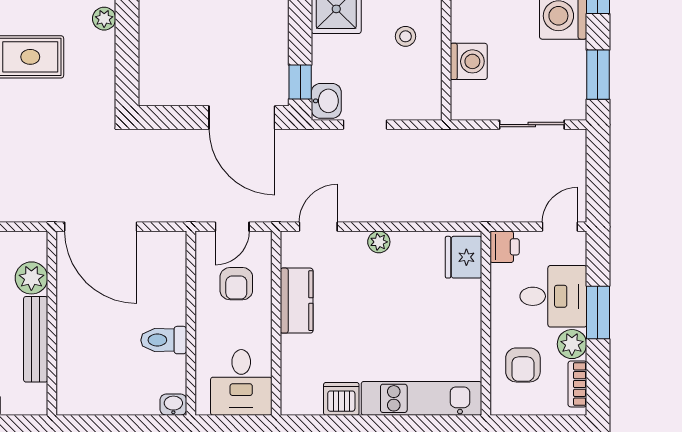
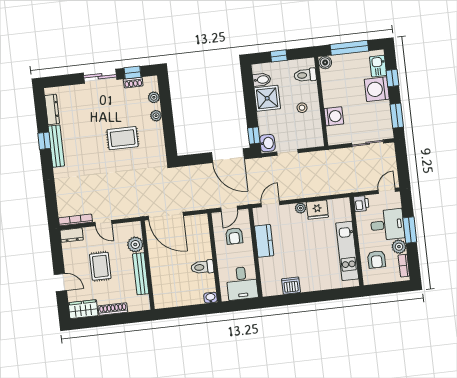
fridge: (464, 257) -> (317, 210), moved, turned -90
kitchen unit: (421, 398) -> (347, 251), moved, turned -90

